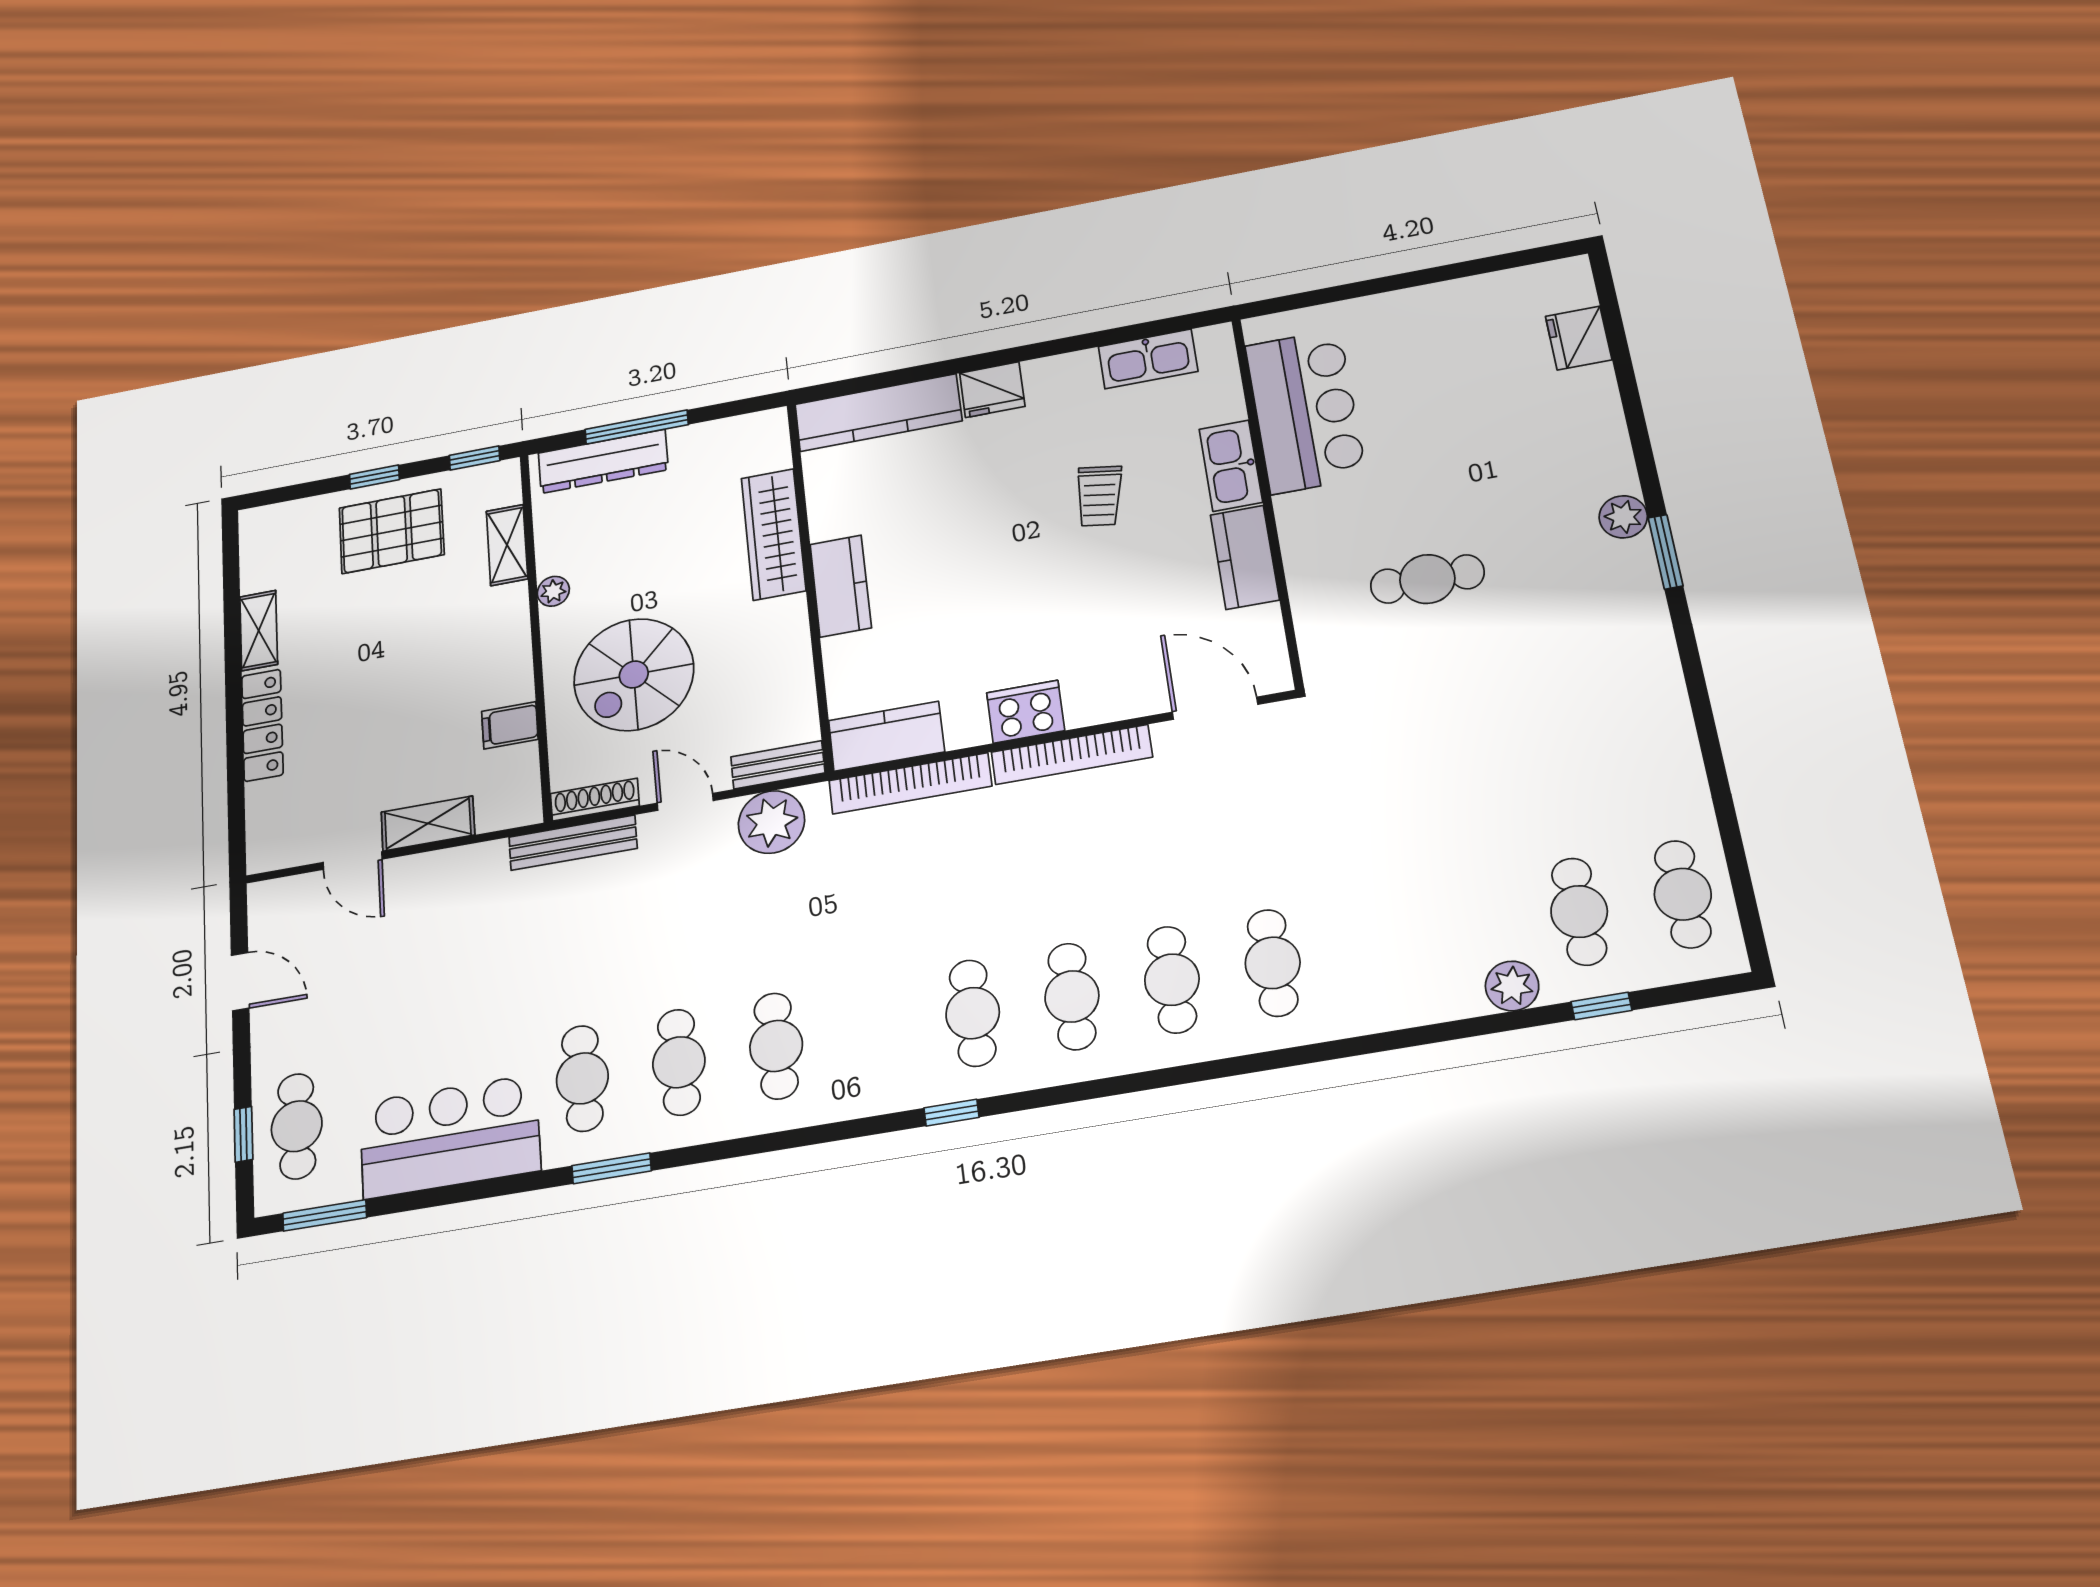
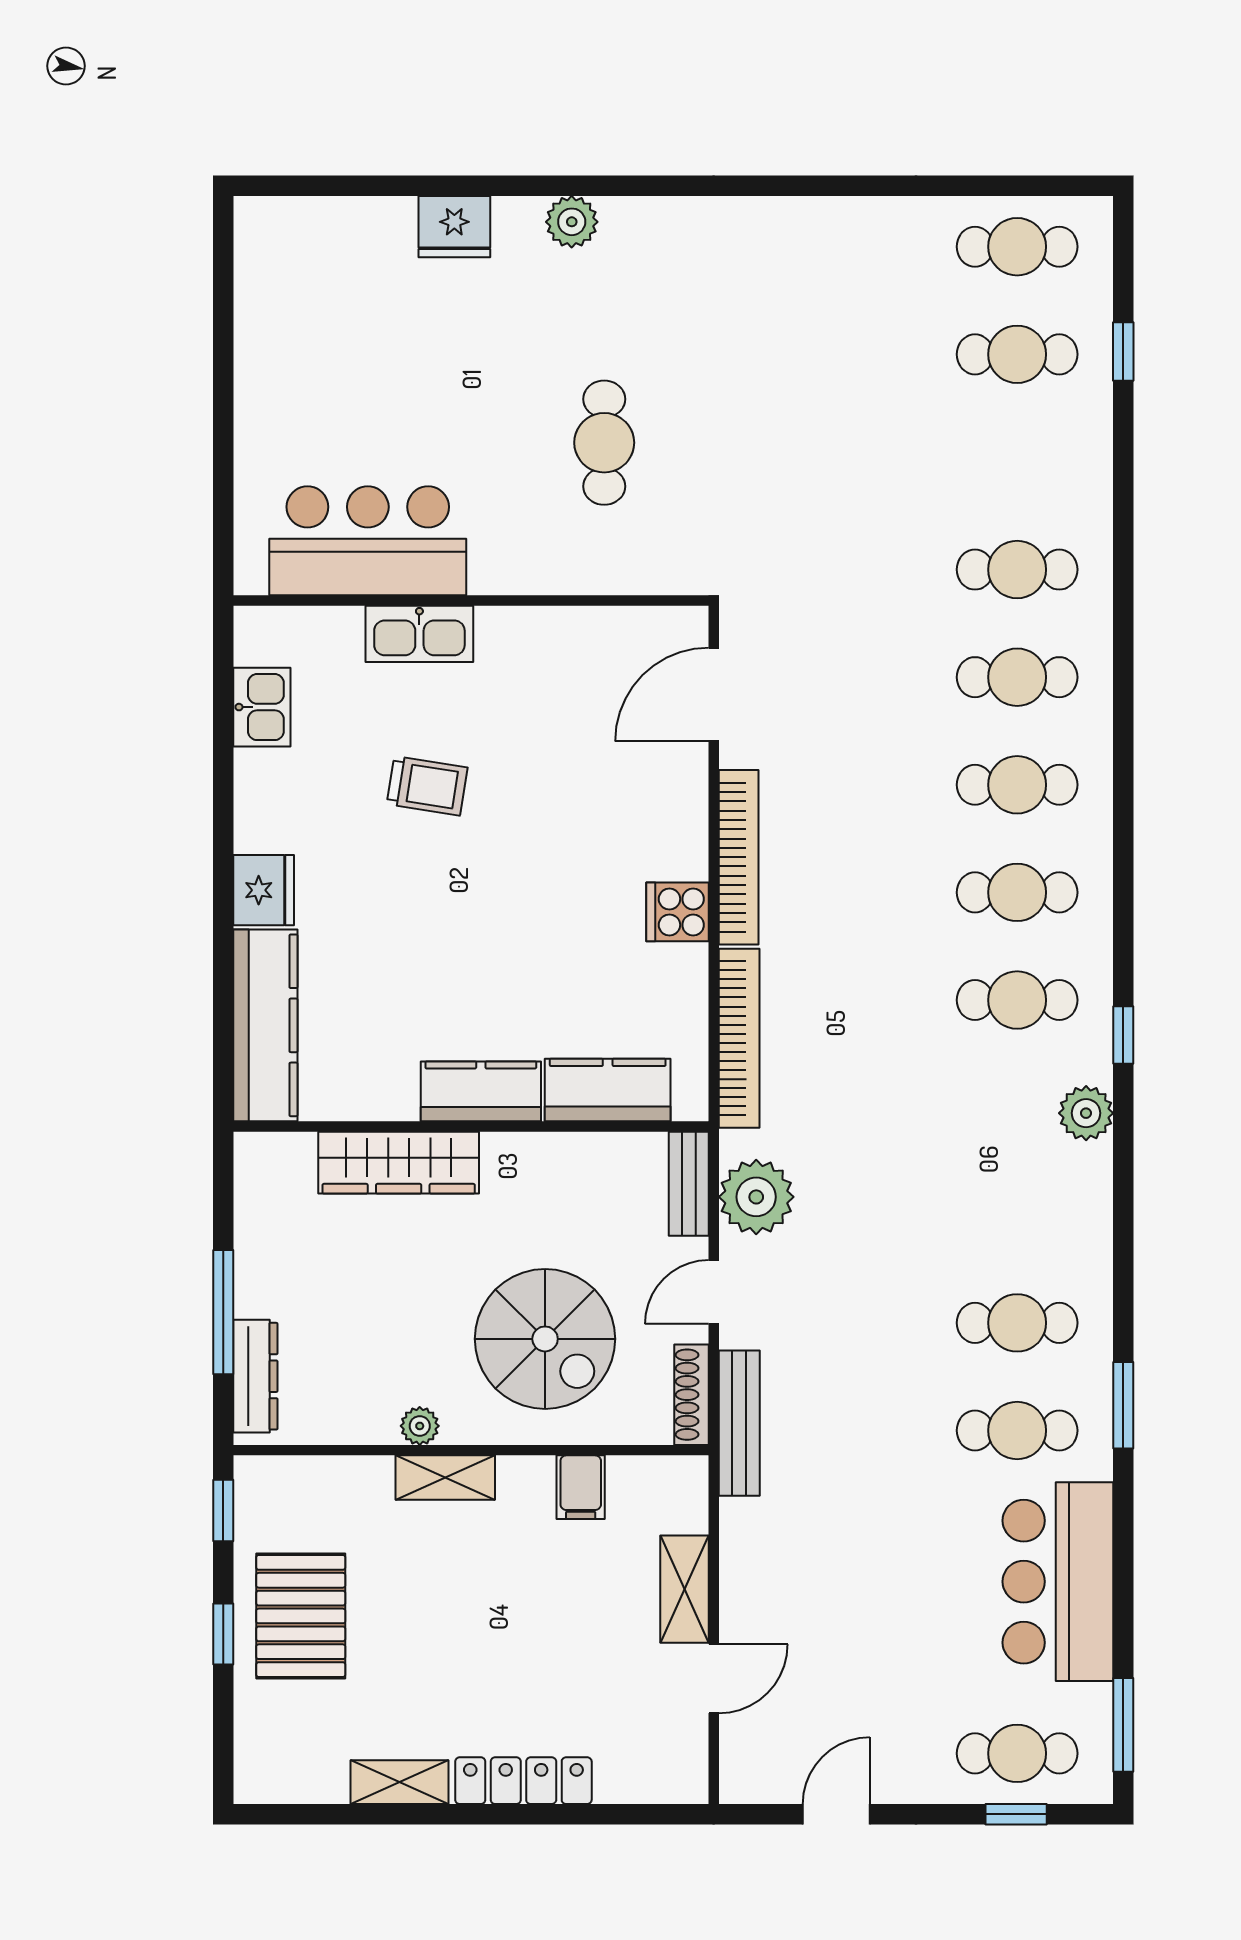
fridge: (1579, 338) -> (454, 227), moved
kitchen sink: (1148, 359) -> (262, 707), width x0.73
dresser: (603, 461) -> (255, 1376), width x0.73, depth x0.80
shelving: (507, 545) -> (445, 1478), moved
window: (1666, 552) -> (623, 186), removed
kitchen counter: (1245, 557) -> (537, 636), removed
cooker: (1026, 712) -> (678, 912), width x0.73
kitchen counter: (886, 736) -> (608, 1090), moved, turned 90
plant: (1512, 986) -> (1086, 1113), moved
cafe table: (776, 1046) -> (1017, 570), moved

